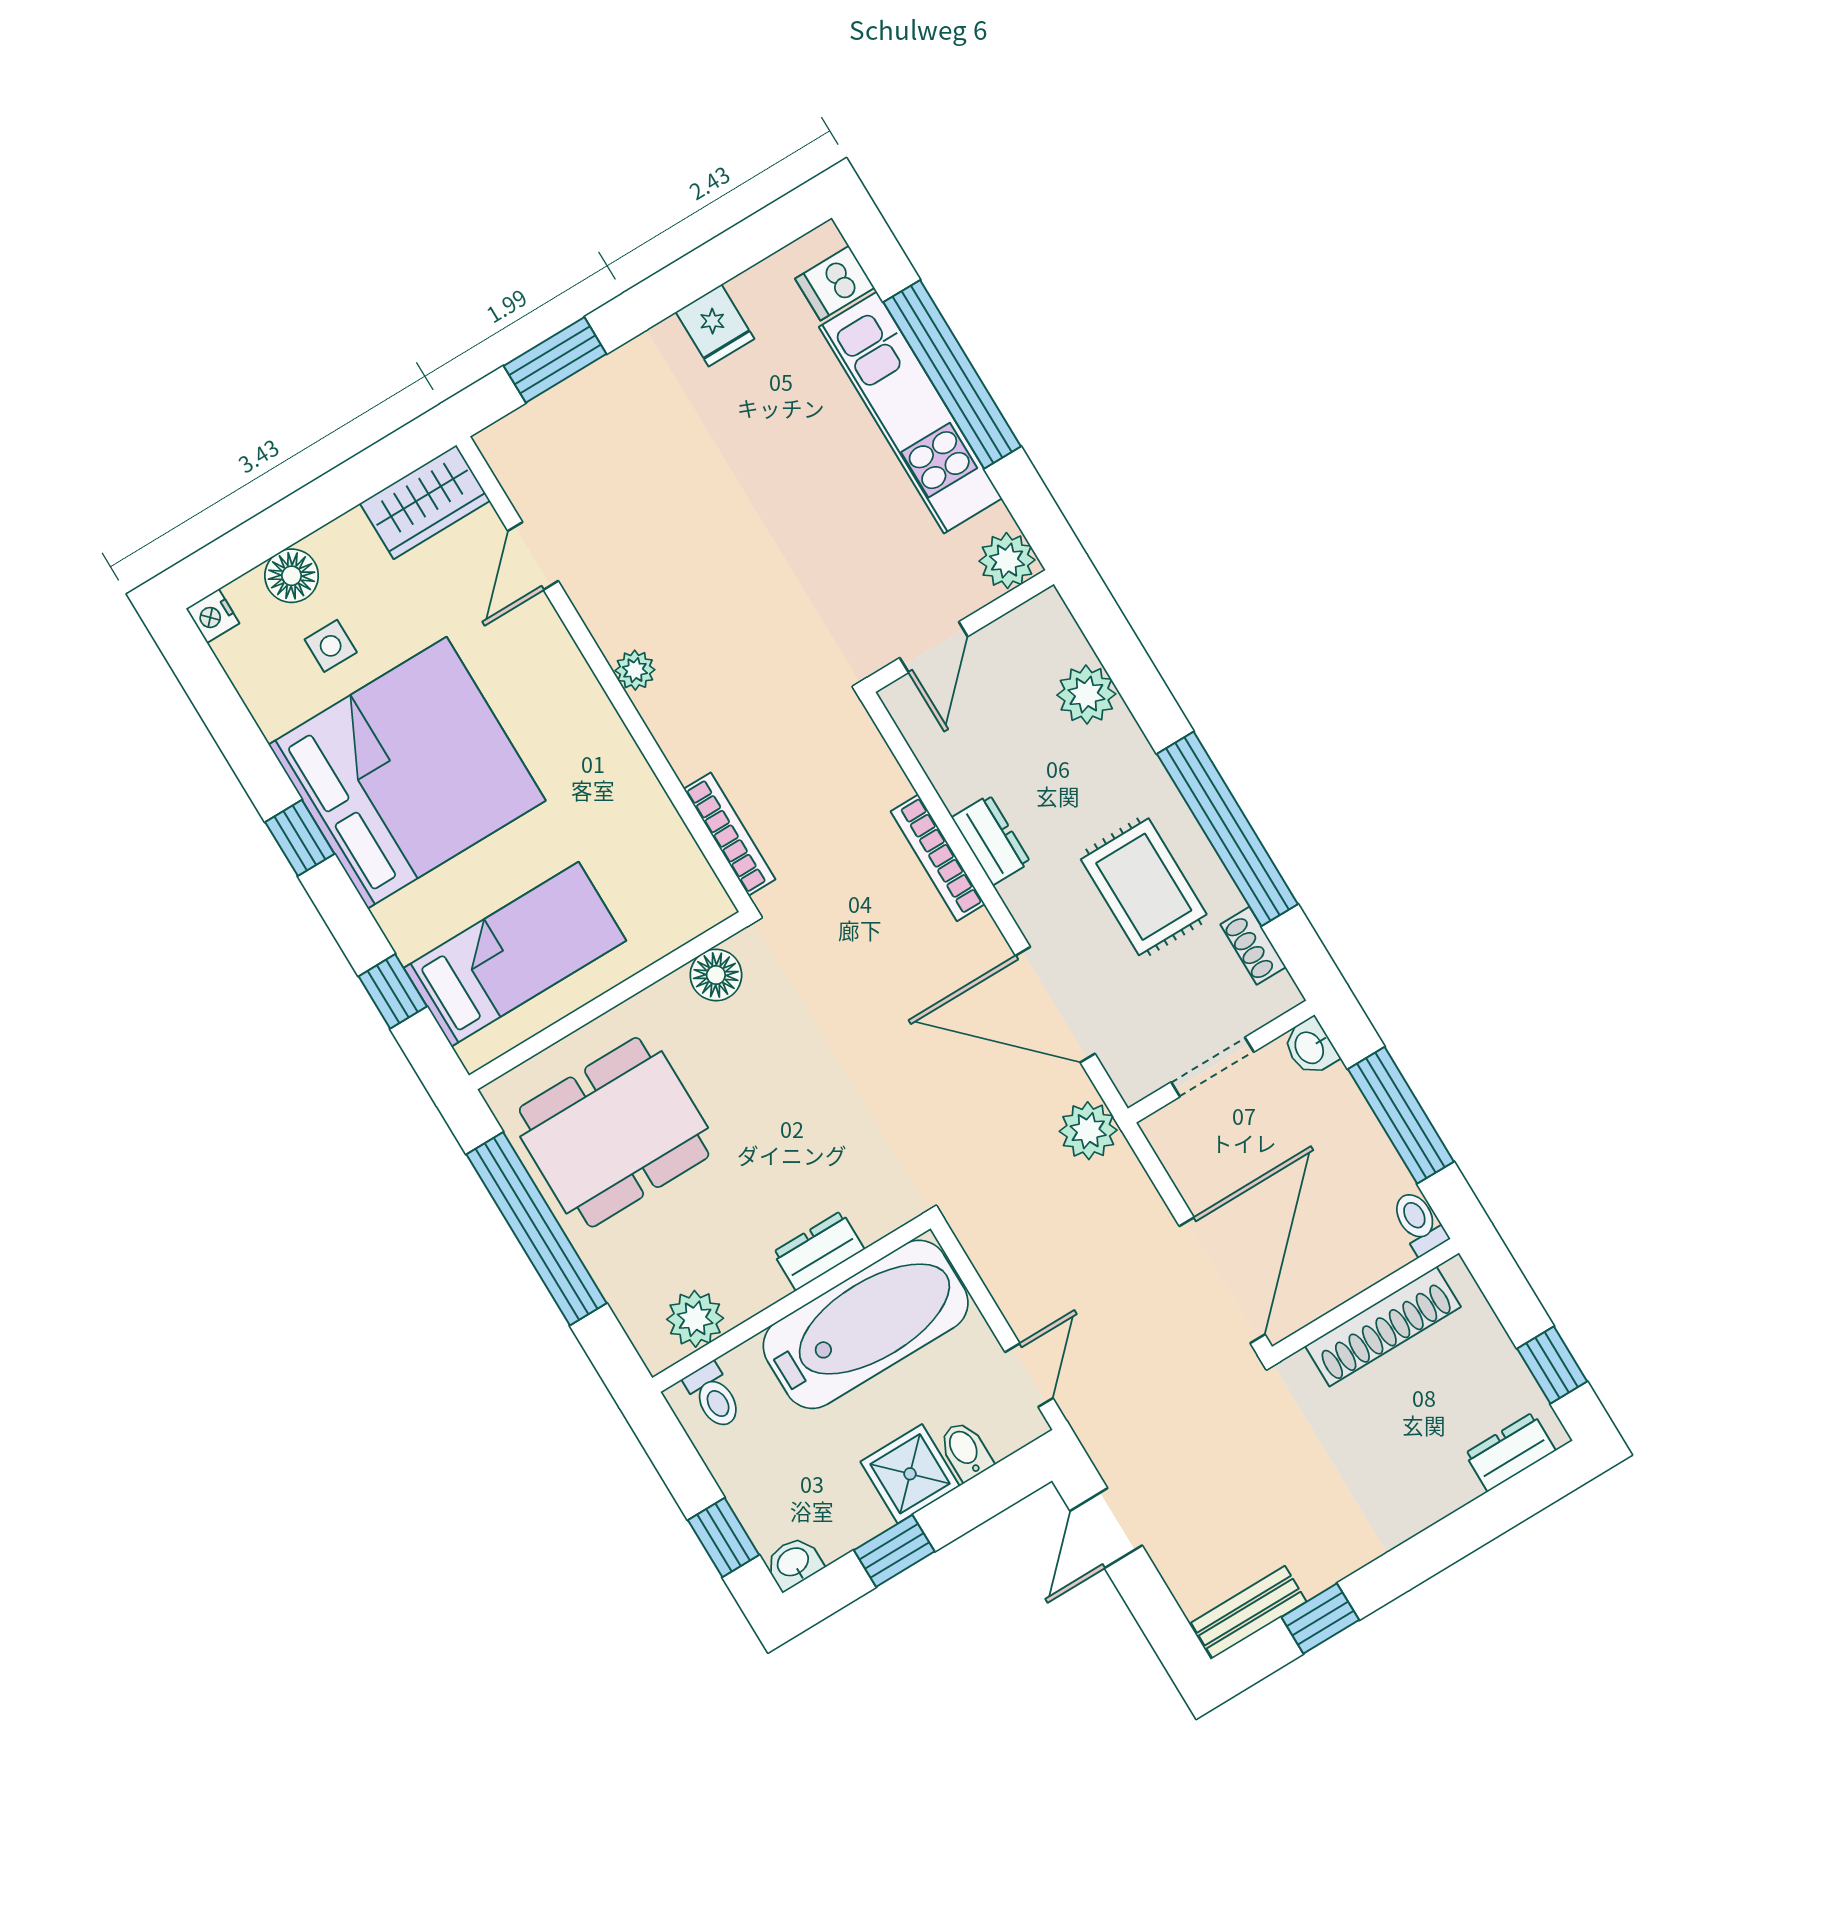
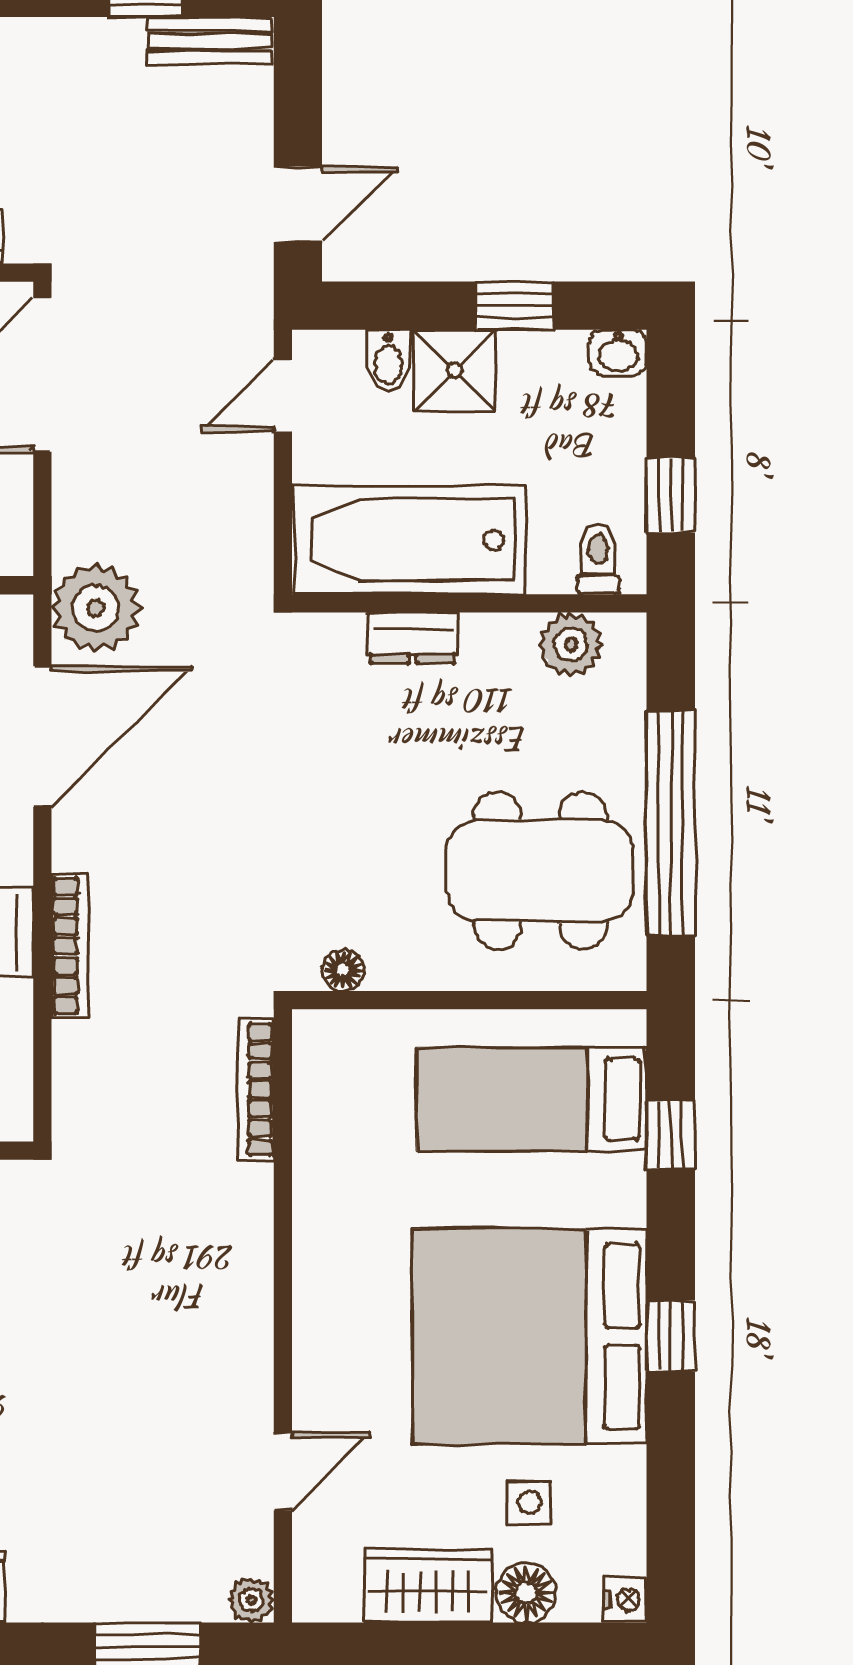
wardrobe: (425, 502) -> (428, 1586), moved
plant: (635, 670) -> (251, 1600), moved
floor lamp: (716, 975) -> (343, 970), width x0.73, depth x0.73
door: (1055, 1005) -> (42, 737), hinge flipped
plant: (1088, 1131) -> (96, 608), width x1.36, depth x1.36
window: (723, 1537) -> (671, 495), moved

